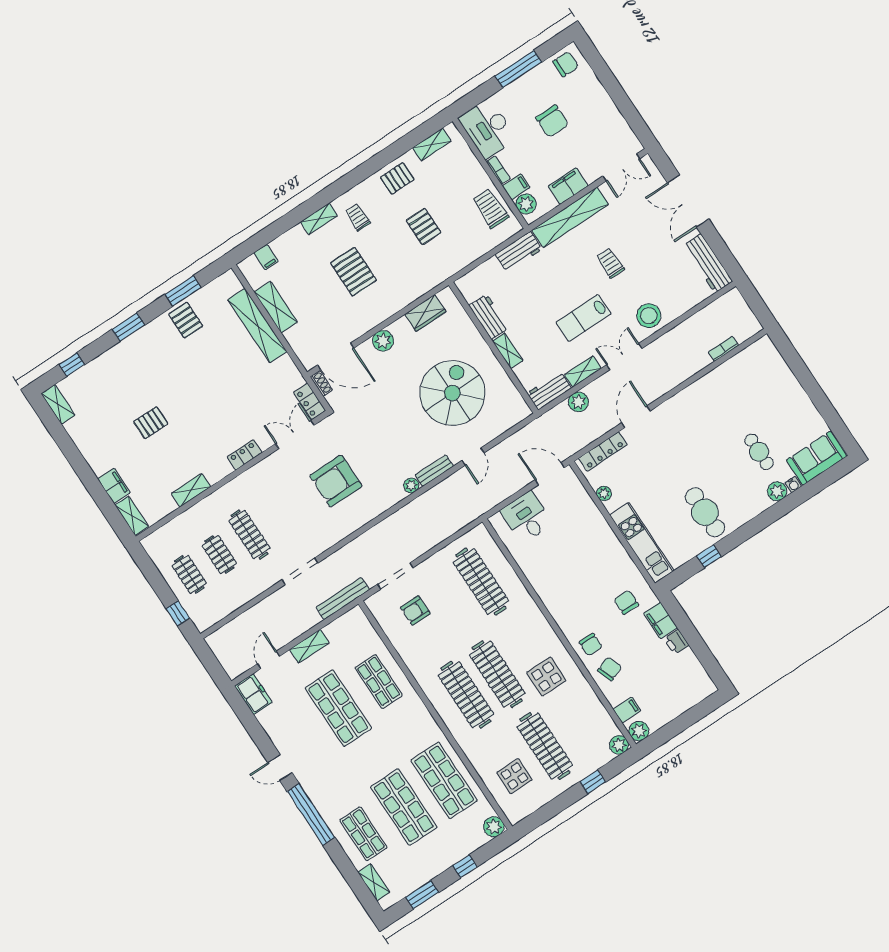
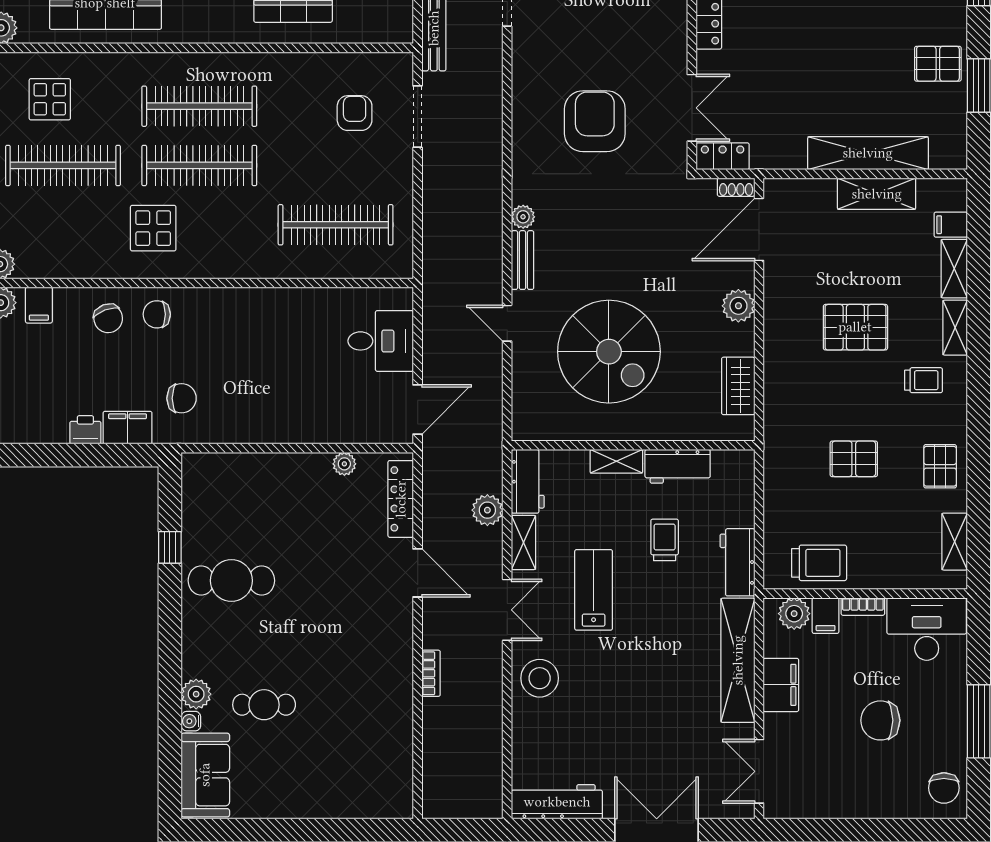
shelving: (288, 240) -> (954, 269), added
trolley: (610, 263) -> (665, 540), moved, turned -90
bookcase: (723, 349) -> (431, 673), moved
kitchen unit: (642, 543) -> (246, 471), removed

